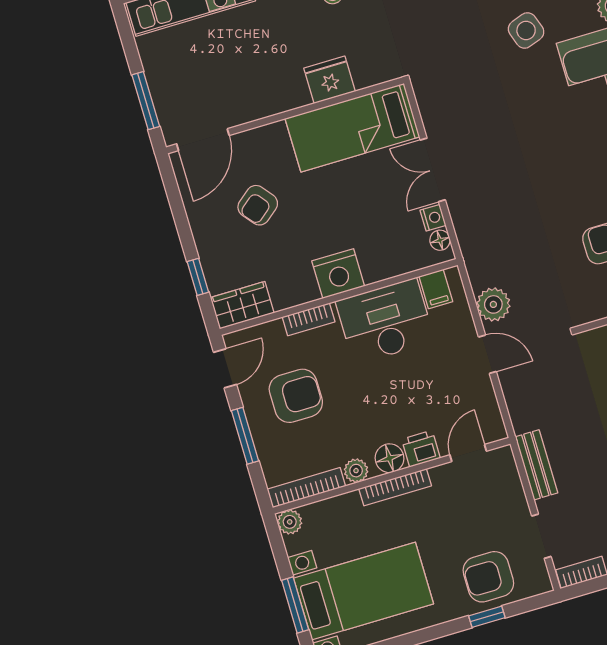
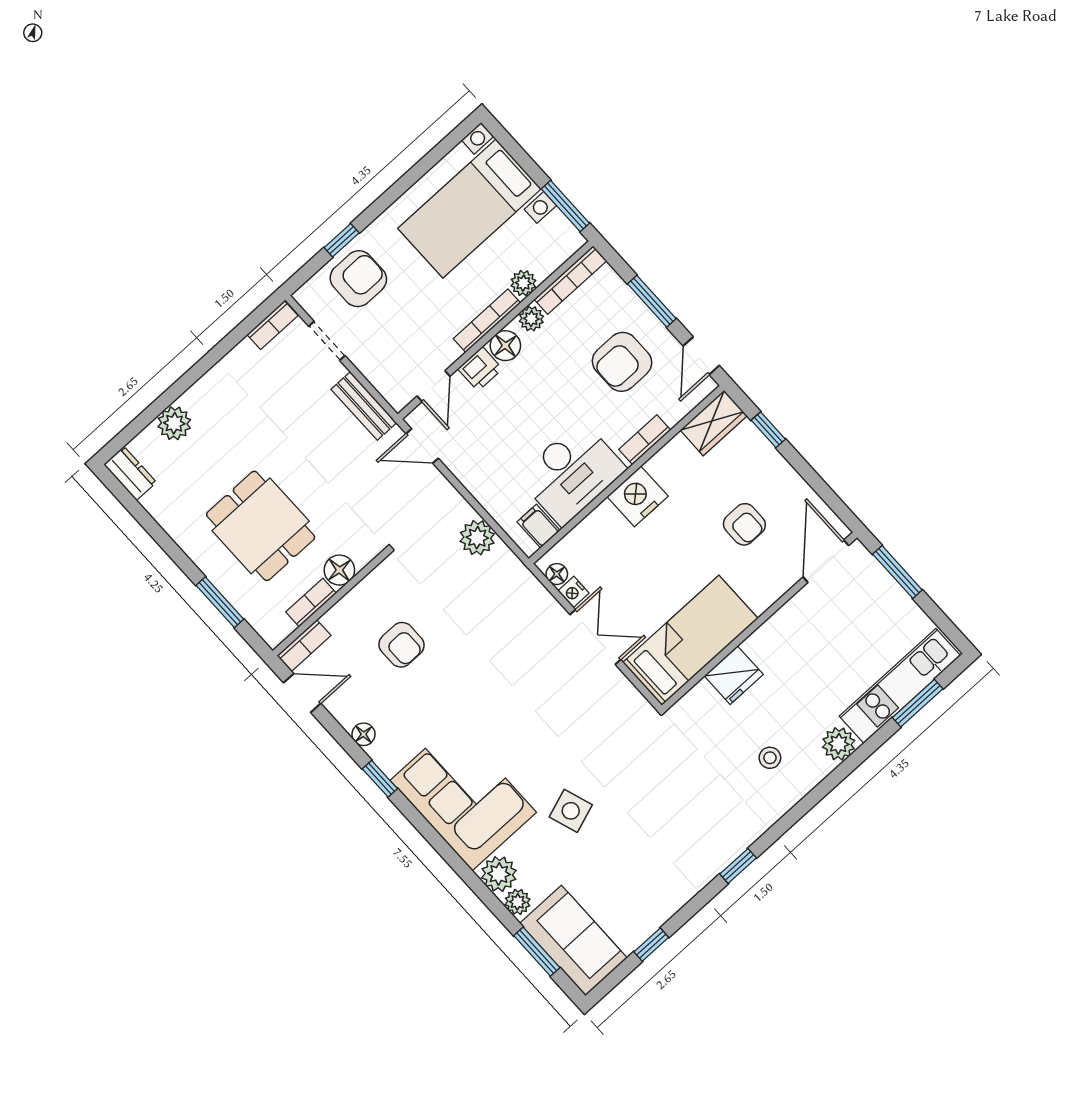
armchair: (258, 205) -> (744, 524), turned 129
door: (487, 354) -> (422, 446), moved
plant: (290, 522) -> (523, 283), moved
window: (295, 605) -> (565, 206), moved

